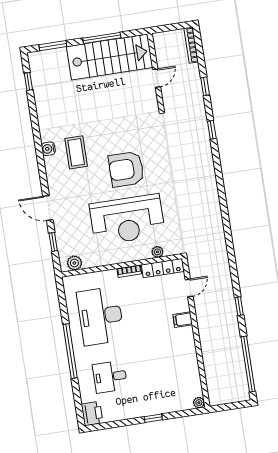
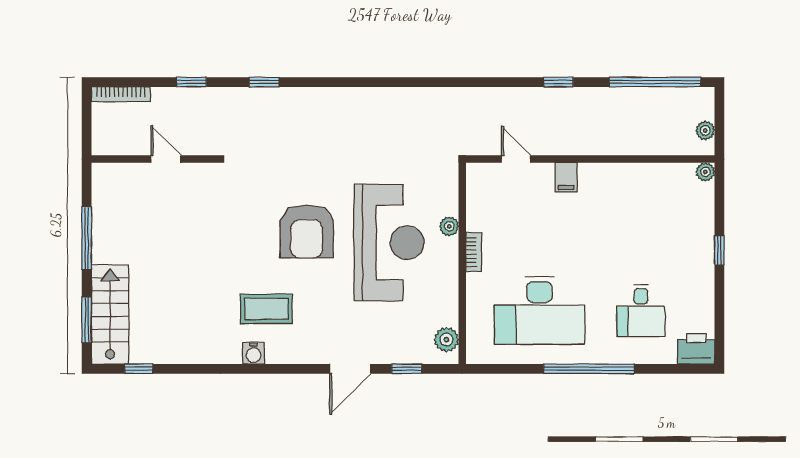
stairs: (110, 57) -> (110, 314), moved, width x0.73, depth x0.66
plant: (157, 252) -> (449, 226), moved
locker: (163, 268) -> (477, 197), removed
plant: (224, 399) -> (705, 130), added

